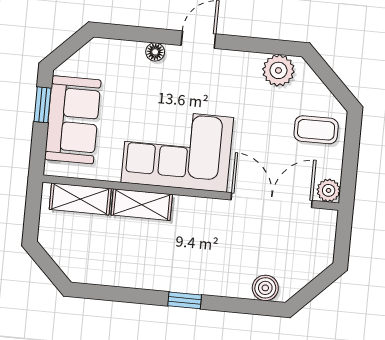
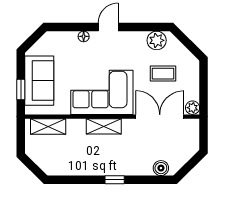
window: (43, 105) -> (21, 89), moved
coffee table: (316, 130) -> (163, 74), moved
shelving: (142, 205) -> (104, 126), moved

